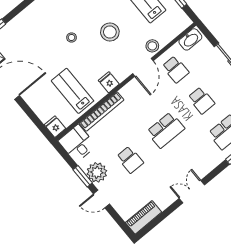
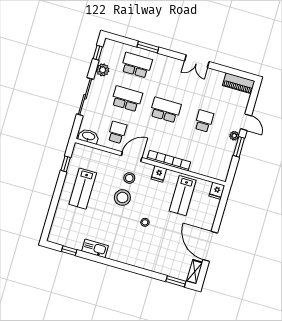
stool: (152, 46) -> (129, 178), moved
school desk: (201, 100) -> (127, 99), width x1.85
bookcase: (102, 112) -> (169, 161), moved
desk: (77, 143) -> (218, 167), removed
plant: (97, 172) -> (234, 136), width x0.53, depth x0.53

